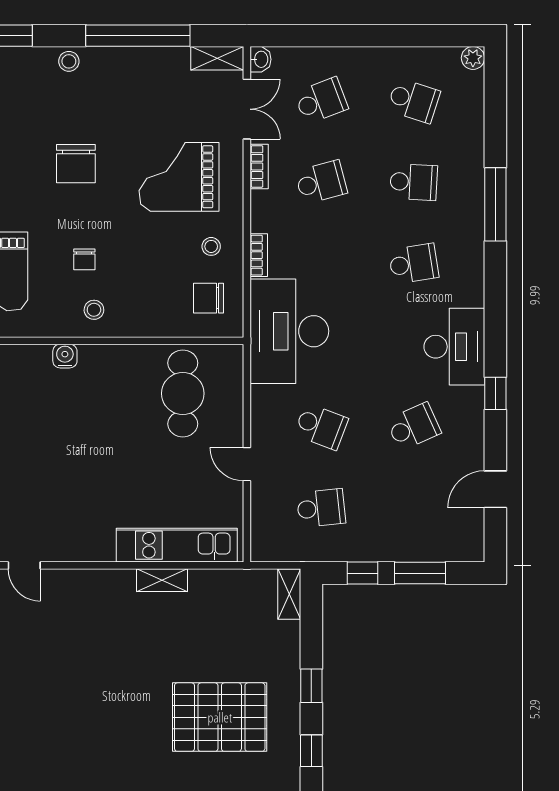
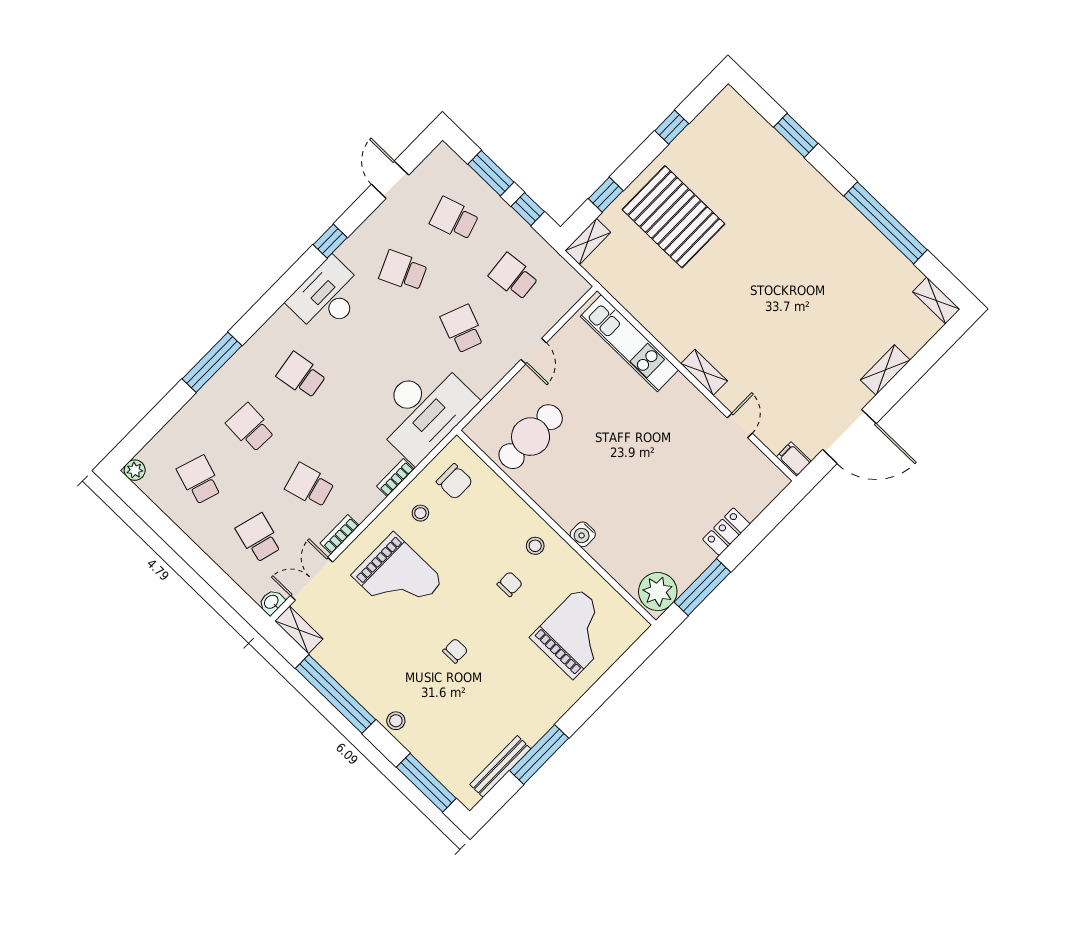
school desk: (321, 101) -> (259, 538), turned 36
chair: (76, 164) -> (455, 651), width x0.54, depth x0.54
door: (495, 489) -> (390, 180), swing flipped
school desk: (414, 508) -> (454, 219), added
shelving: (162, 580) -> (704, 372), moved
window: (311, 686) -> (606, 195), moved
pallet: (220, 717) -> (673, 217), moved

